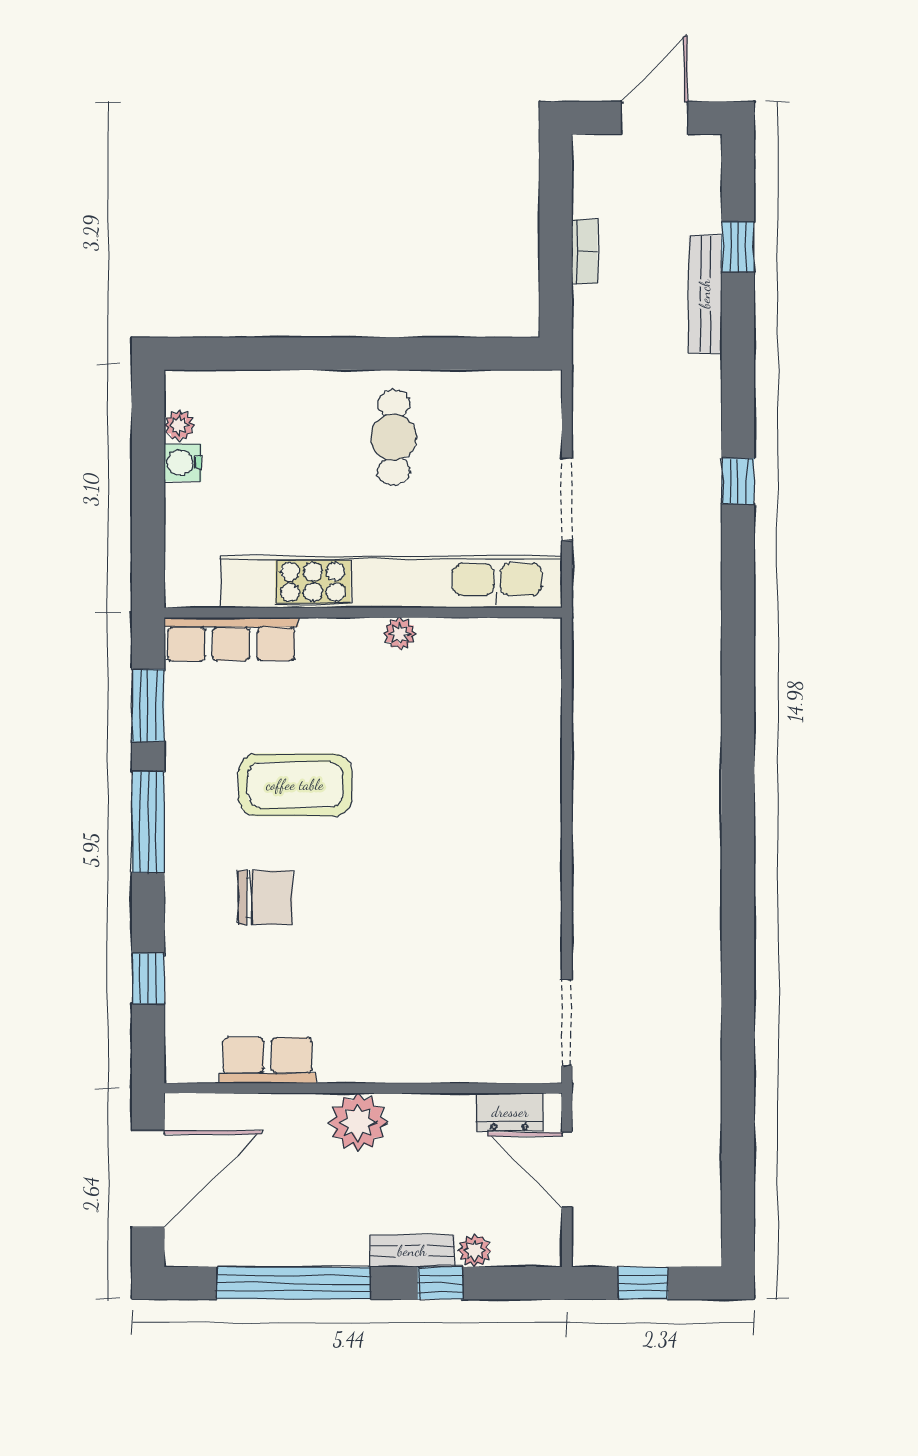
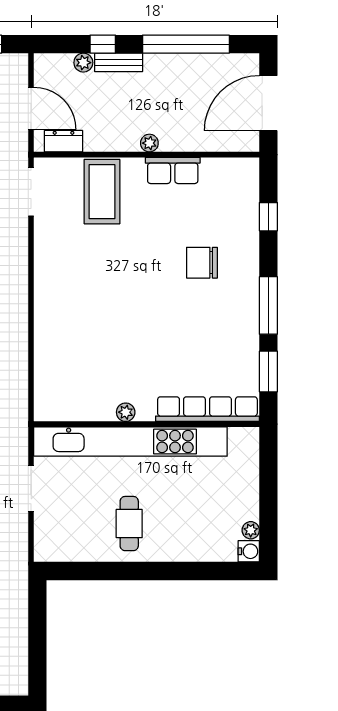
bookcase: (585, 251) -> (21, 629), removed
water cooler: (183, 463) -> (249, 551), moved
row of seats: (231, 639) -> (207, 409), width x1.36
coffee table: (295, 785) -> (102, 192), moved, turned 90
row of seats: (268, 1060) -> (173, 170), moved
plant: (358, 1122) -> (149, 143), width x0.53, depth x0.53

